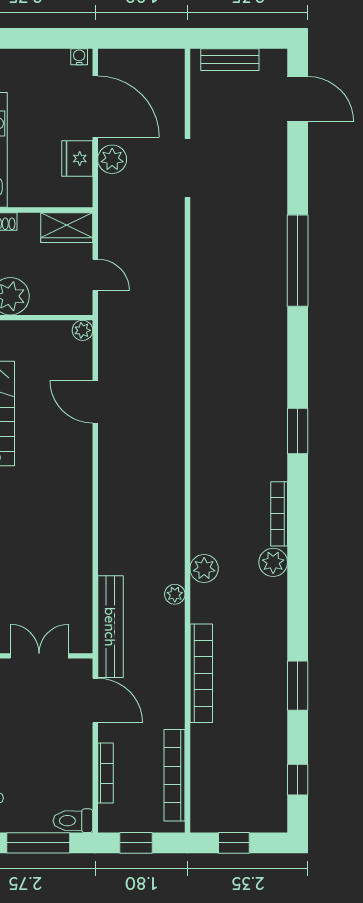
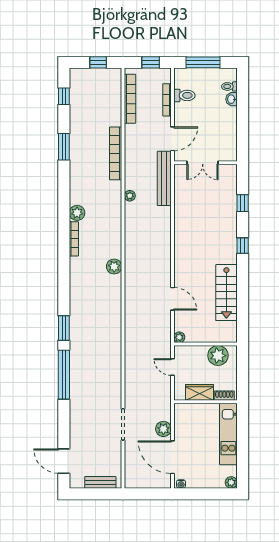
fridge: (77, 158) -> (182, 429), removed
wardrobe: (67, 228) -> (200, 392), moved
window: (298, 431) -> (64, 328), moved
plant: (204, 568) -> (114, 267), moved
door: (95, 701) -> (172, 139), swing flipped
toilet: (73, 821) -> (184, 95), moved

